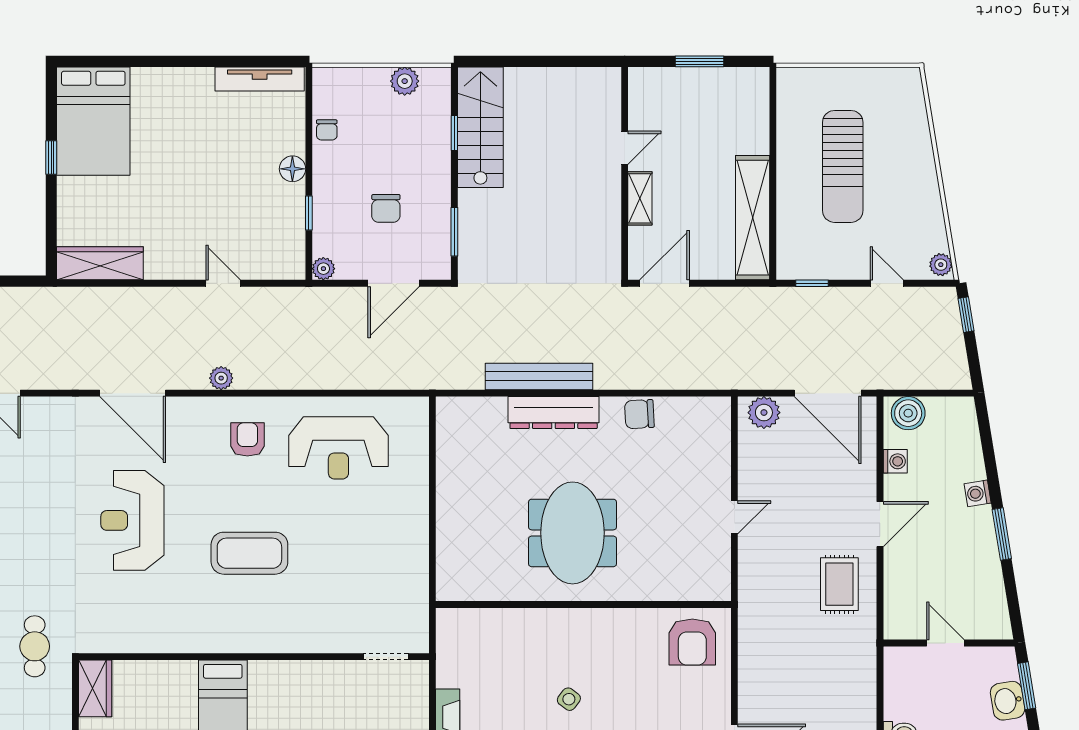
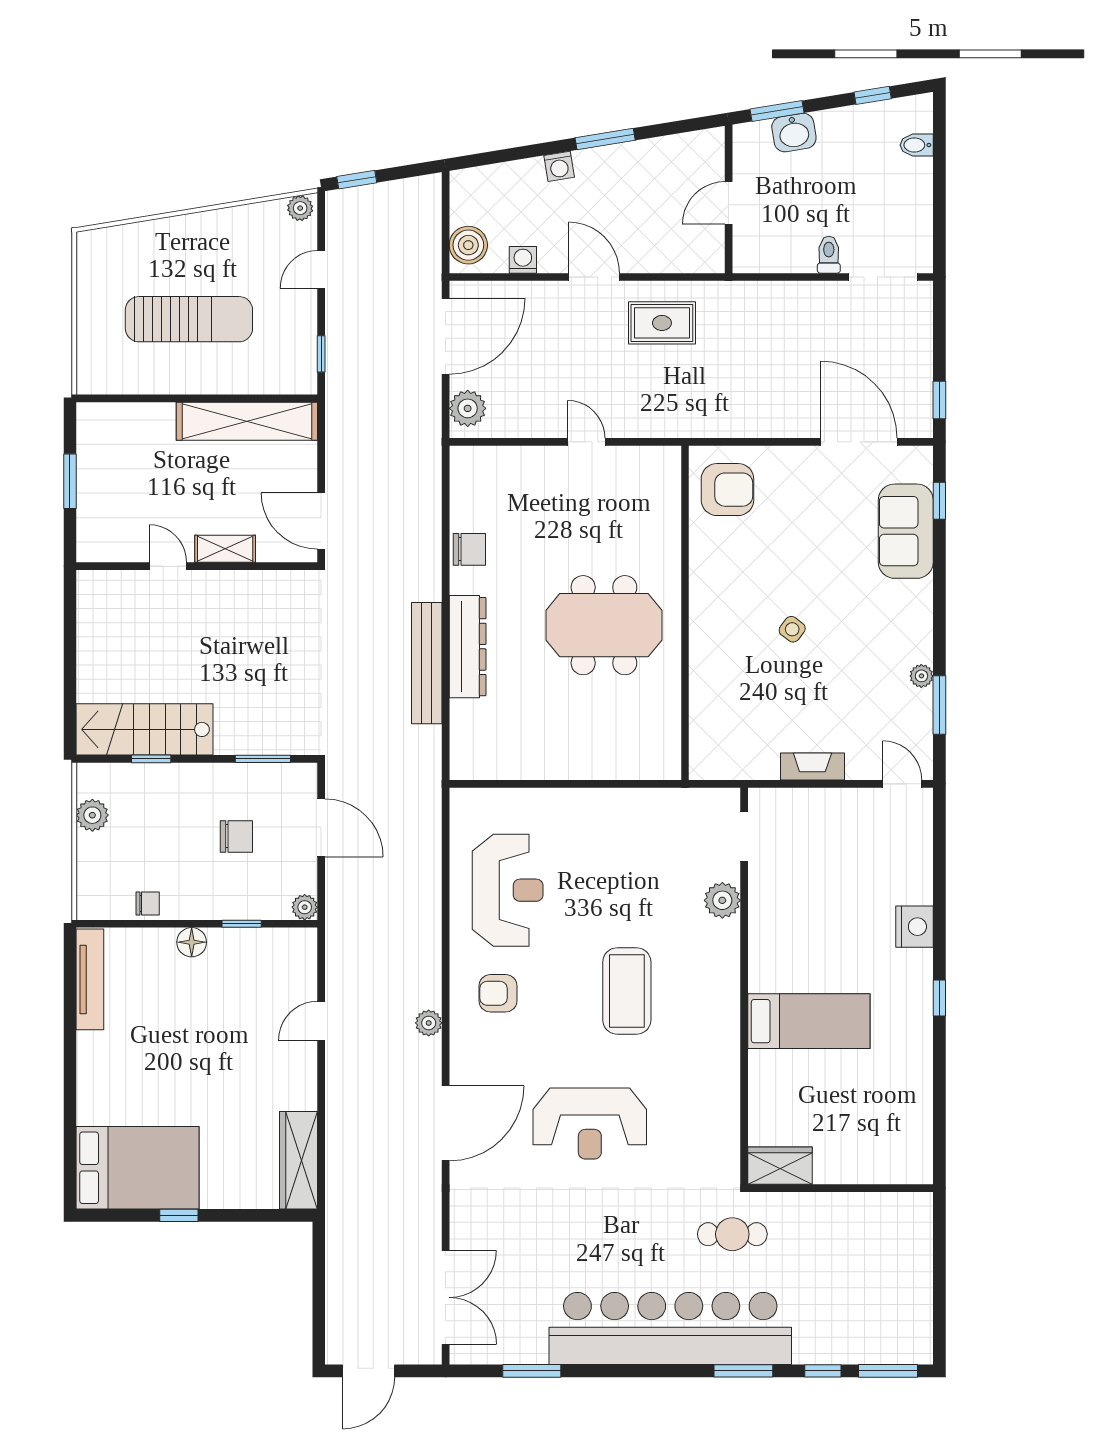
chair: (639, 414) -> (469, 549), turned -87
plant: (330, 637) -> (722, 900), added

